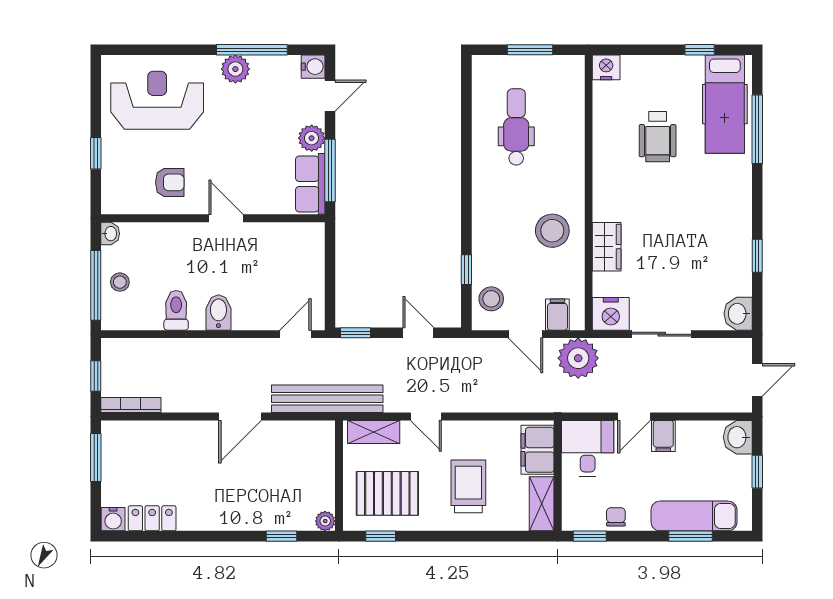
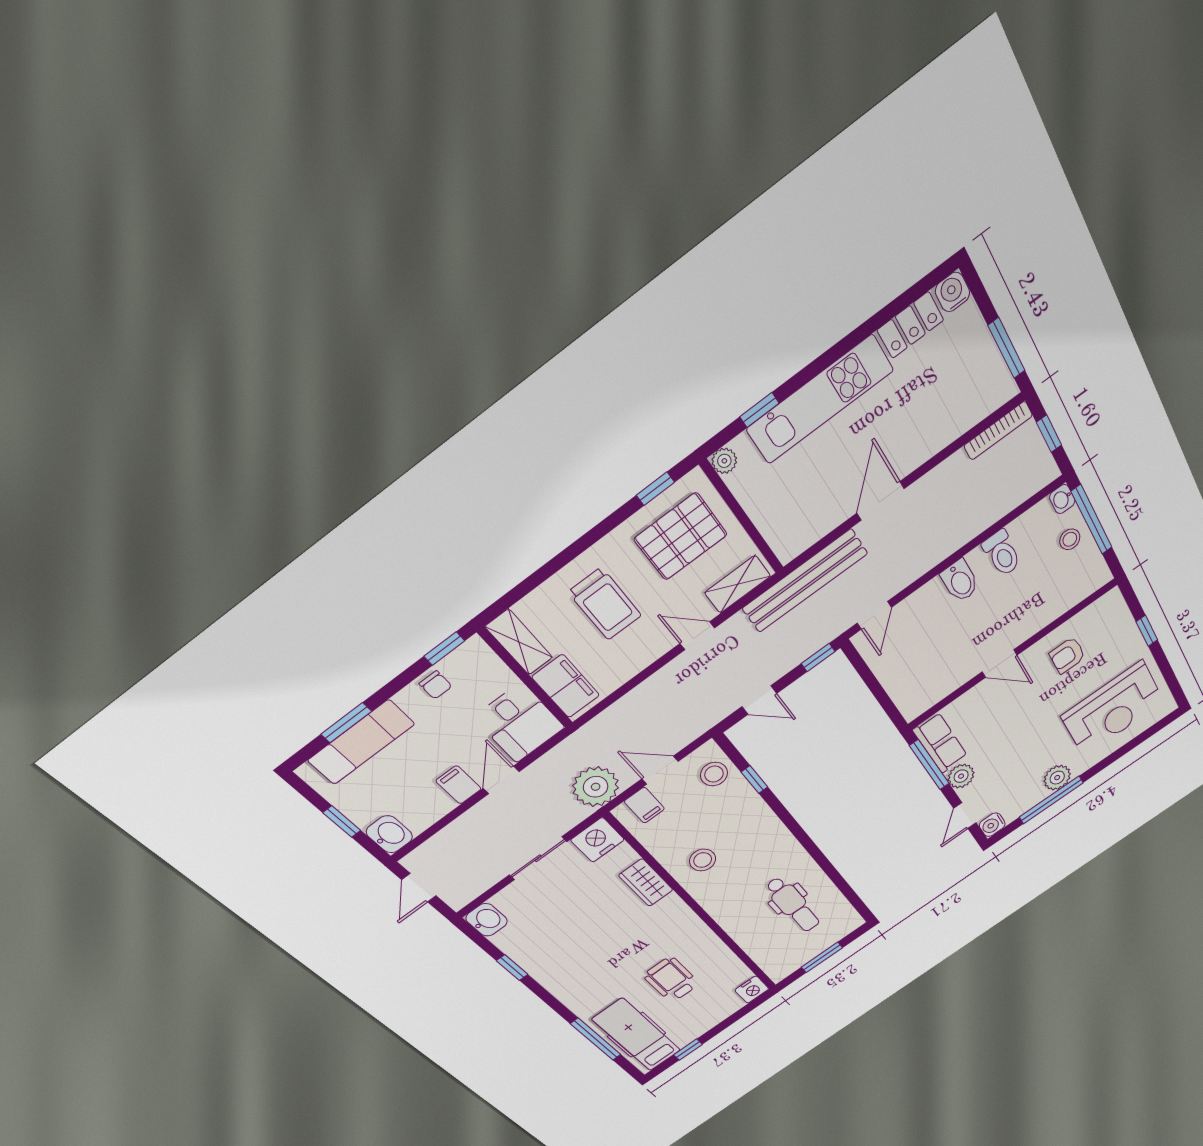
stool: (552, 231) -> (703, 860), width x0.73, depth x0.73
washbasin: (110, 234) -> (1062, 499), moved
kitchen unit: (239, 514) -> (820, 400), added

